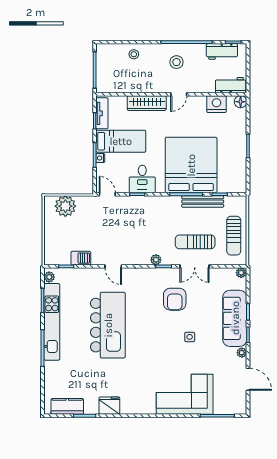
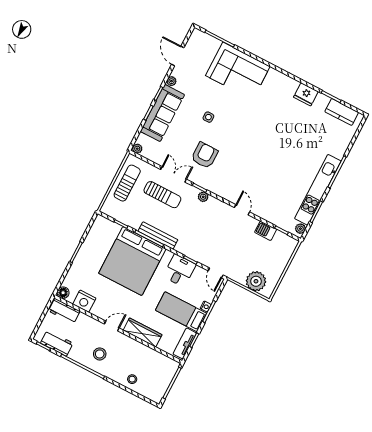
bench: (203, 201) -> (158, 235), moved
kitchen island: (108, 325) -> (272, 163), removed

